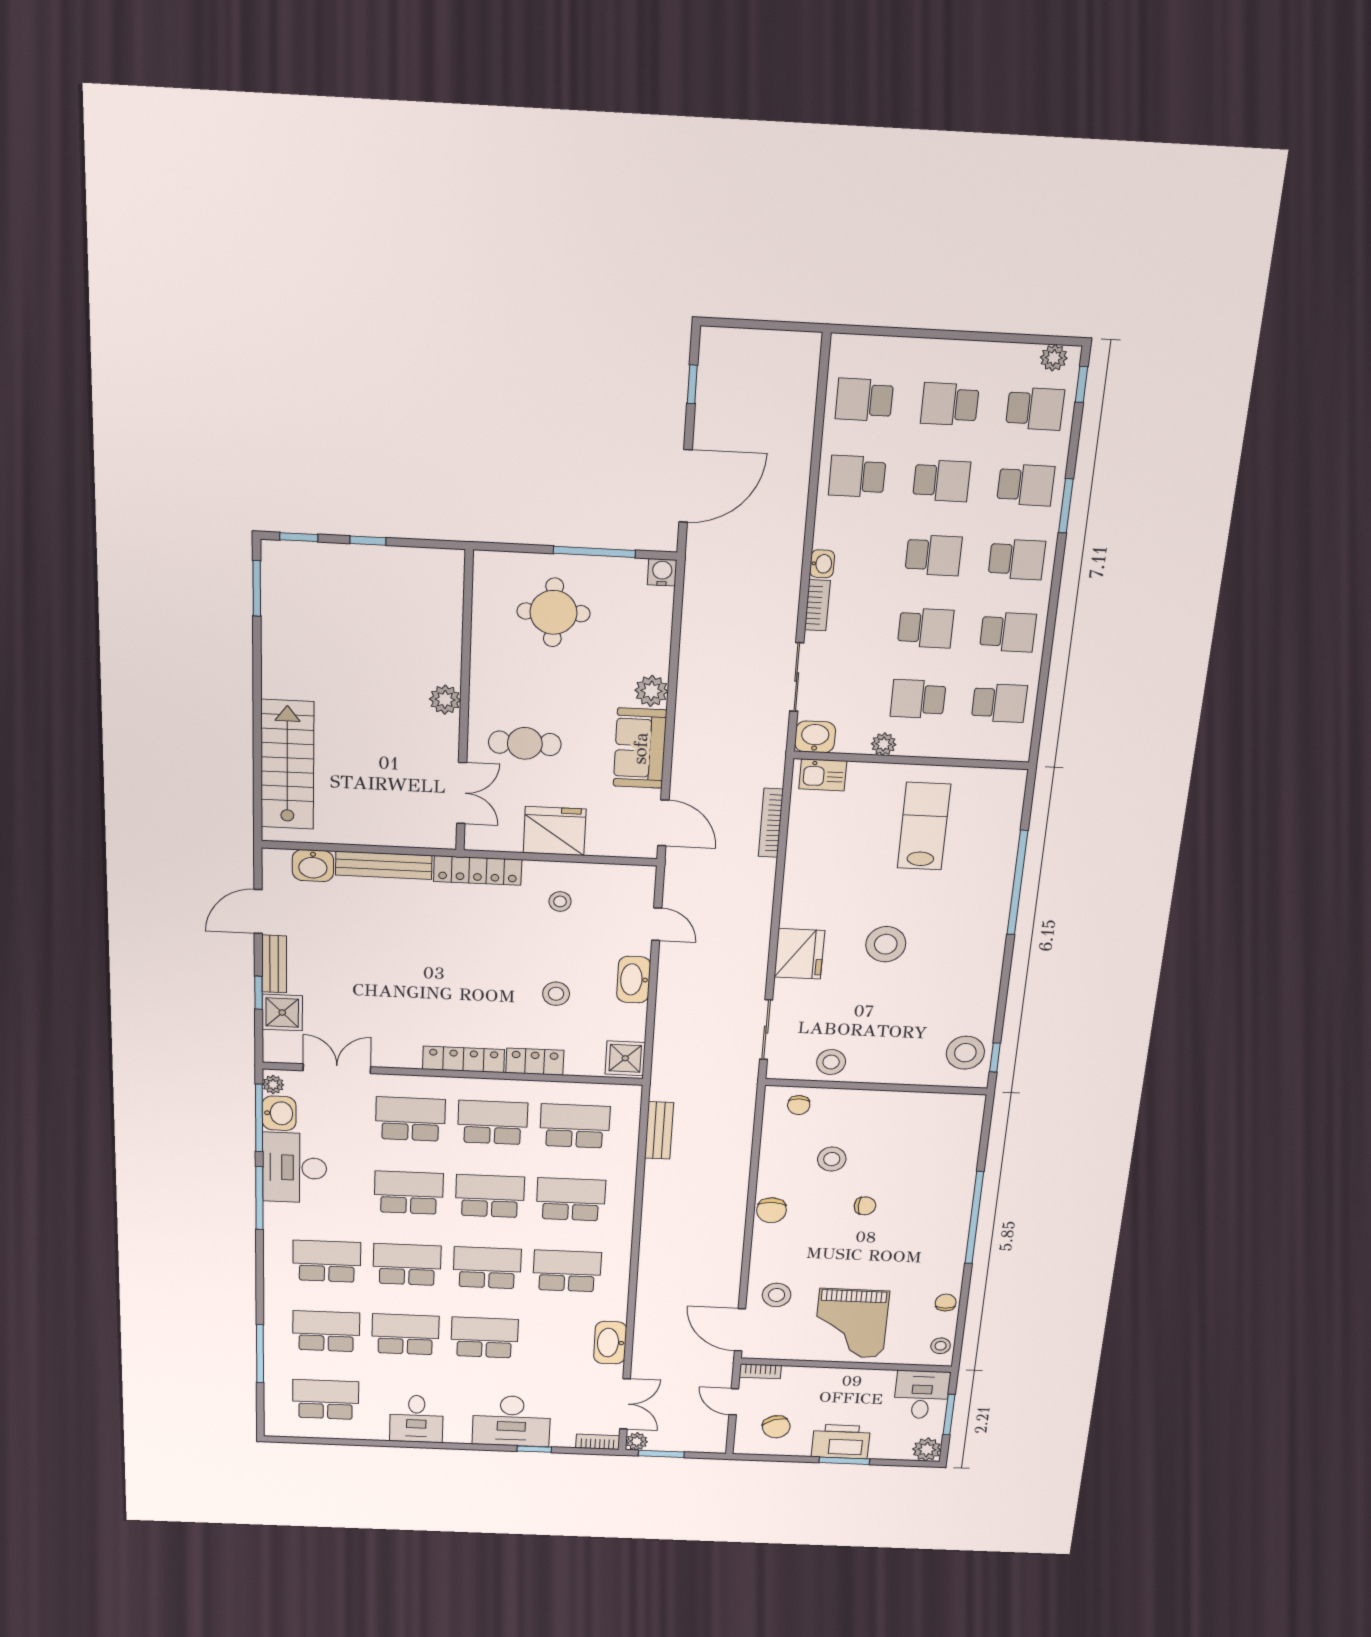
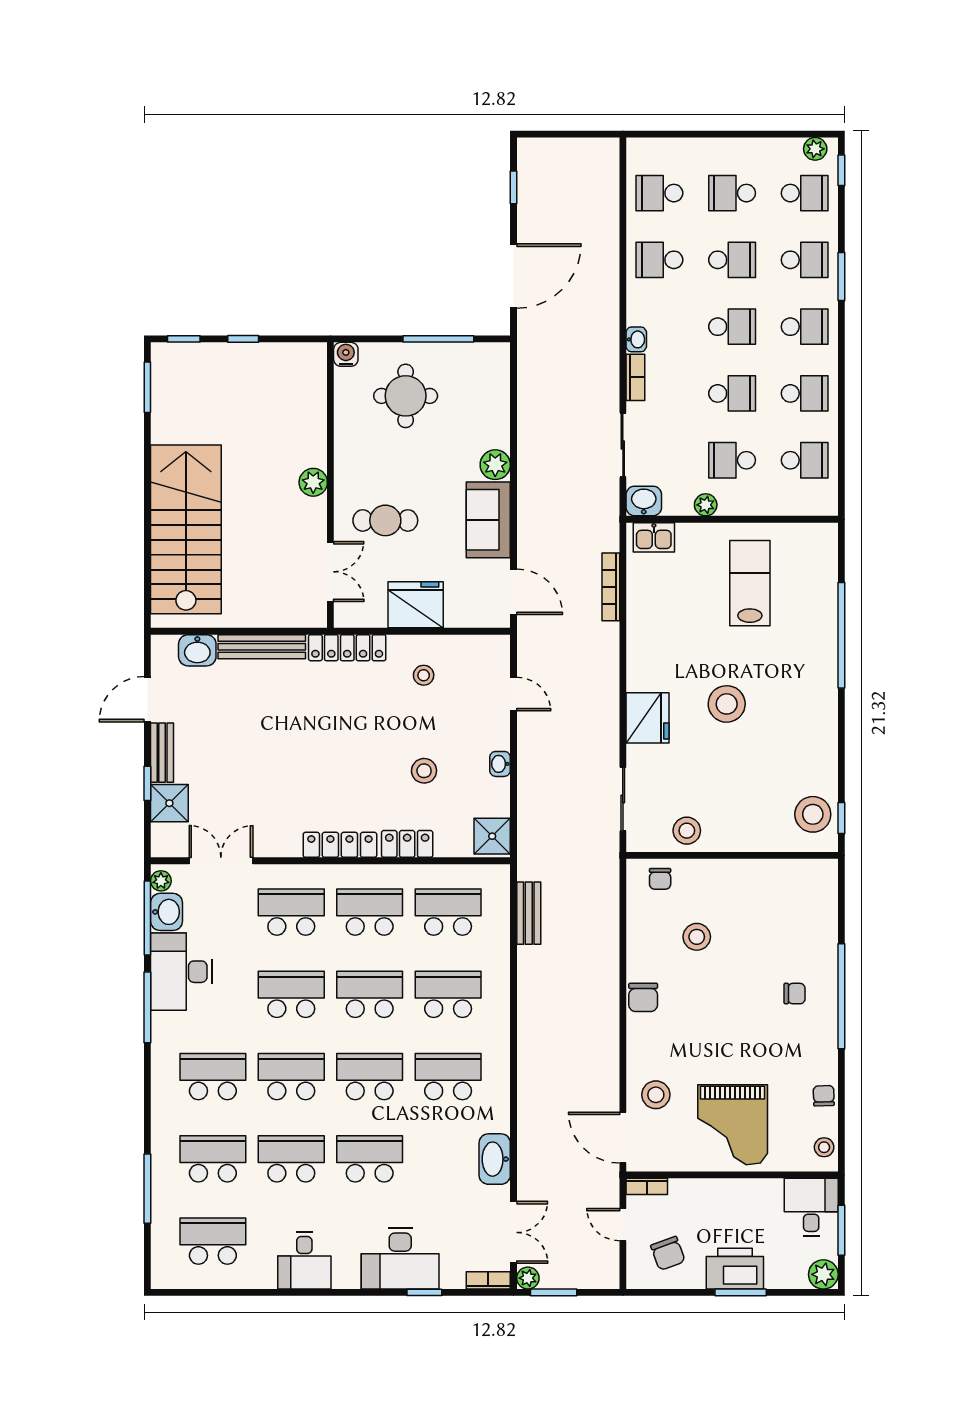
water cooler: (662, 572) -> (346, 354), moved
stairs: (287, 765) -> (186, 529), width x1.36, depth x1.51
washbasin: (634, 980) -> (500, 764), width x0.52, depth x0.69
chair: (865, 1206) -> (795, 994), moved

